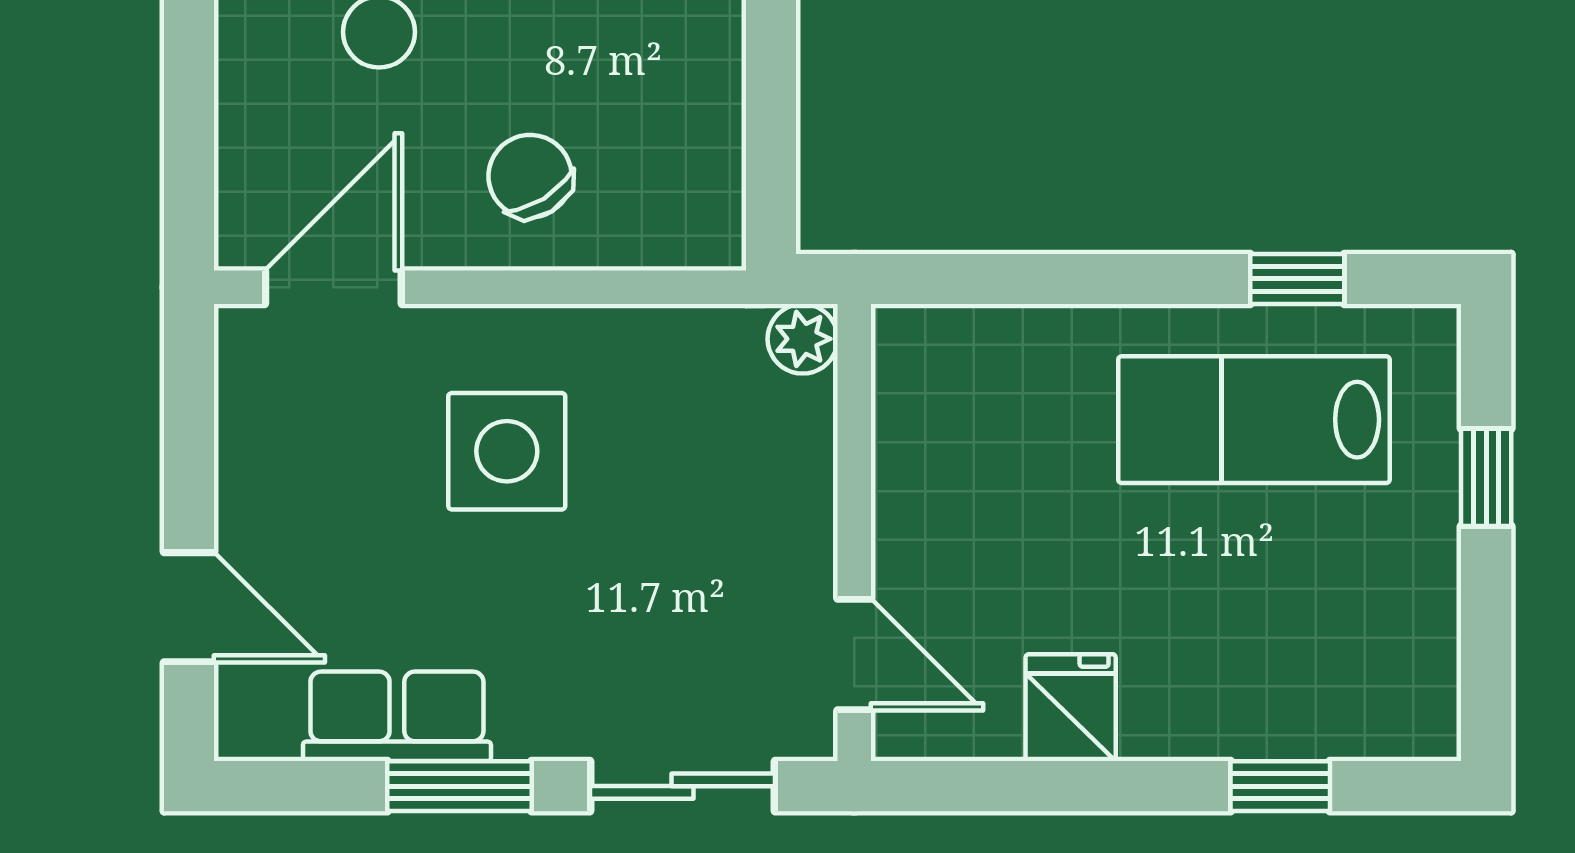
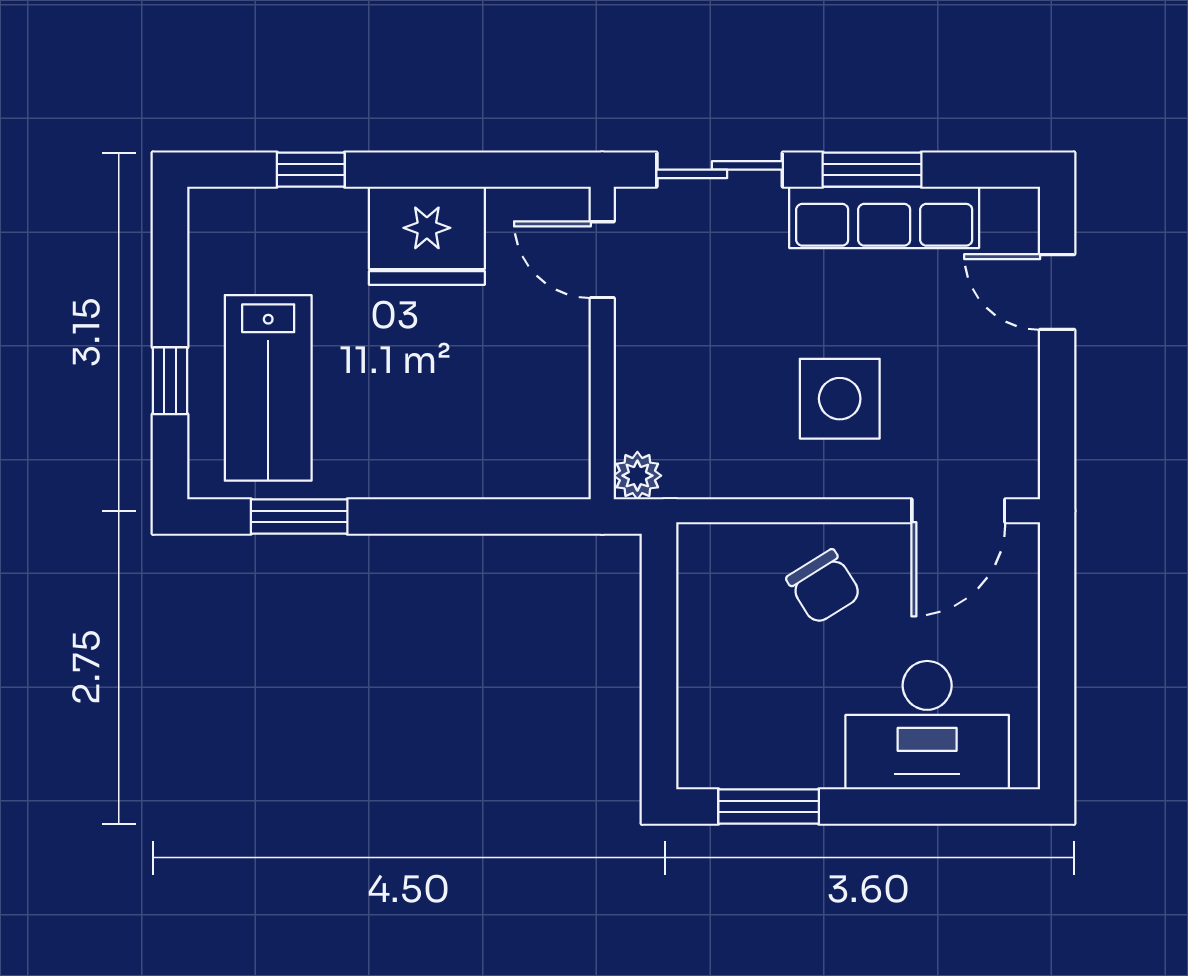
window: (1297, 279) -> (299, 516), width x1.50
lab bench: (1254, 420) -> (268, 388), moved, turned 90
fridge: (1071, 708) -> (427, 236), width x1.88, depth x1.34
row of seats: (397, 716) -> (884, 217), width x1.48

